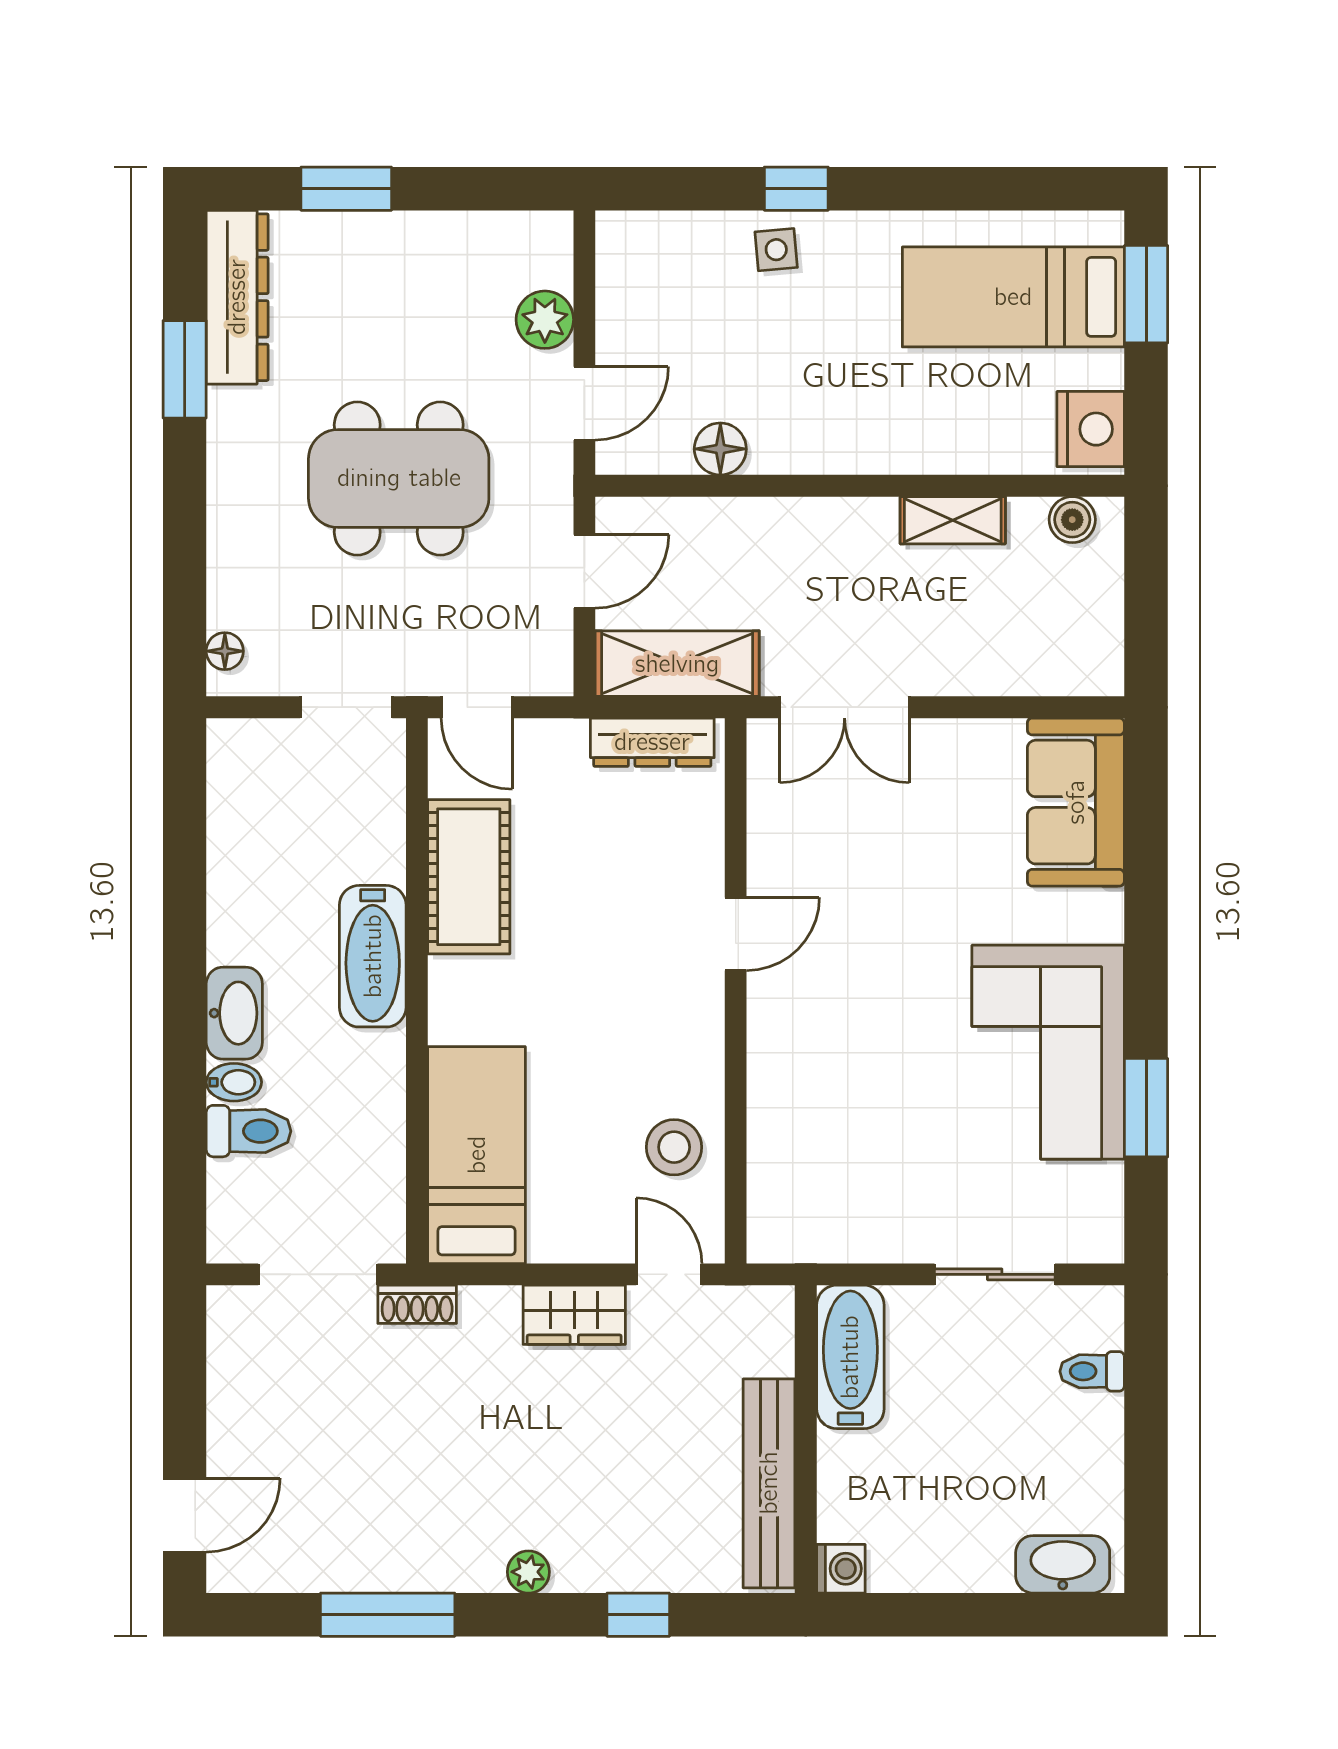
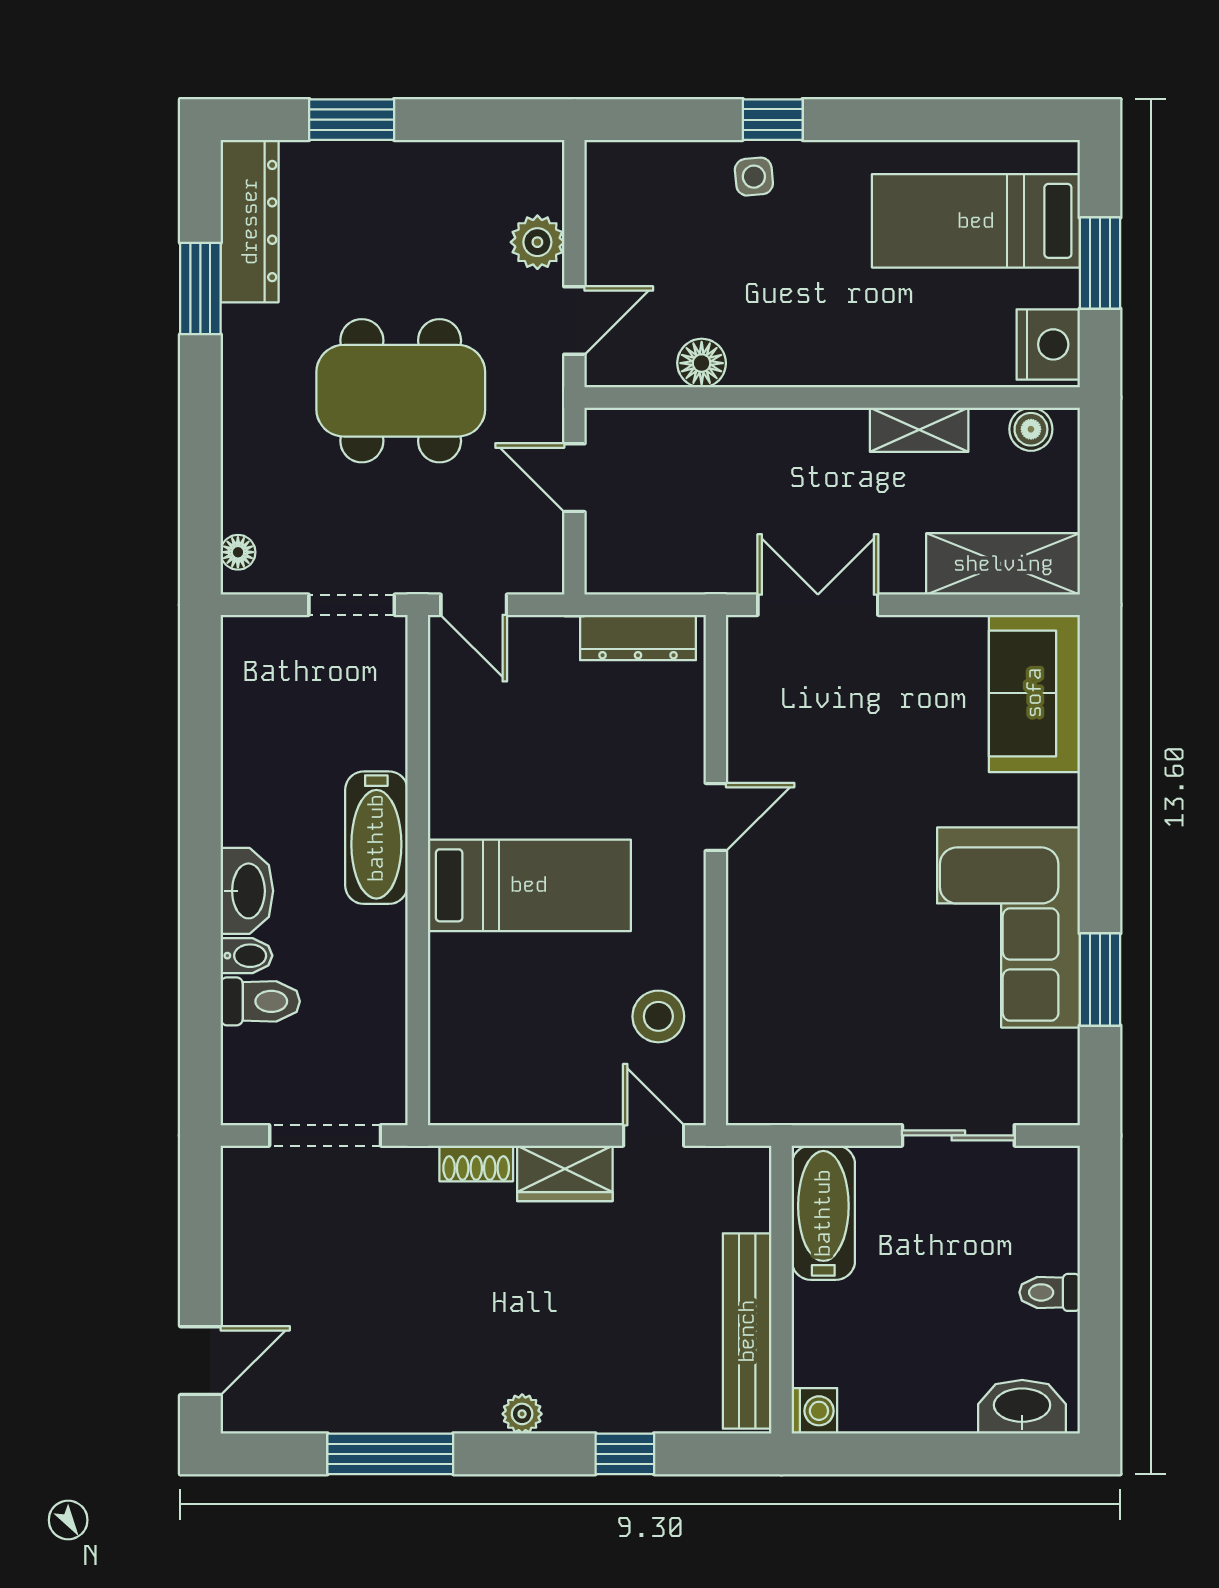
window: (1146, 294) -> (1100, 263), moved
door: (584, 571) -> (574, 478), swing flipped
shelving: (677, 664) -> (1003, 564), moved
double door: (845, 707) -> (818, 605), swing flipped
cot: (469, 877) -> (466, 763), removed
bed: (477, 1155) -> (529, 885), moved, turned 90
shoe rack: (417, 1304) -> (476, 1163), moved
toilet: (1092, 1371) -> (1050, 1292), moved

